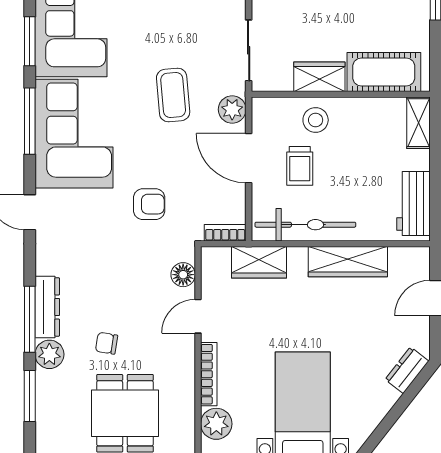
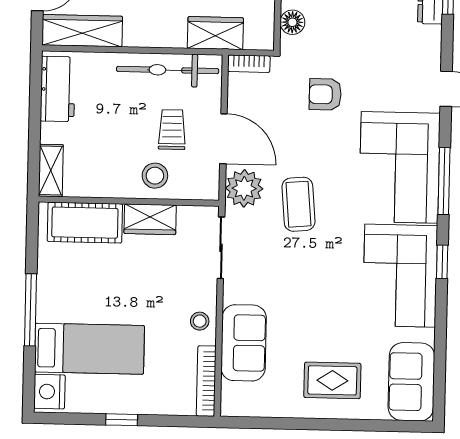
window: (30, 41) -> (442, 262), width x0.67
plant: (232, 109) -> (244, 188), width x1.36, depth x1.36
wardrobe: (348, 262) -> (82, 31), moved

